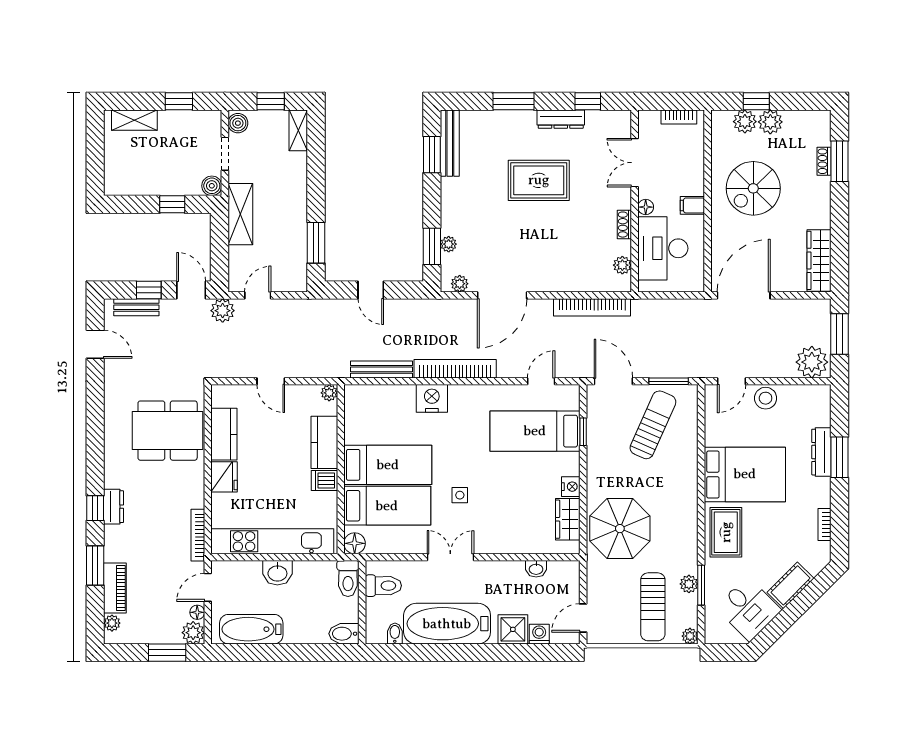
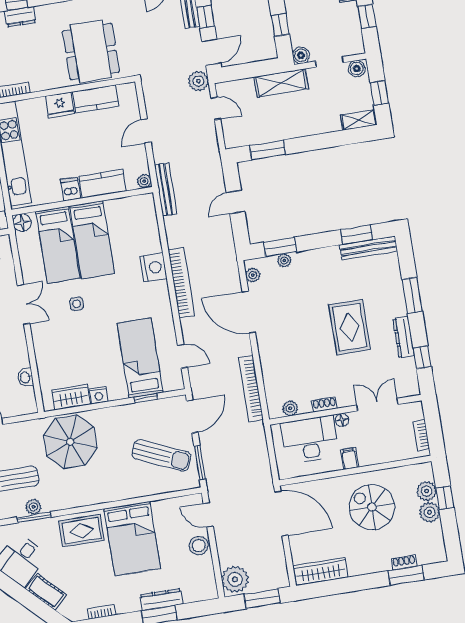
bench: (382, 369) -> (166, 189), moved

